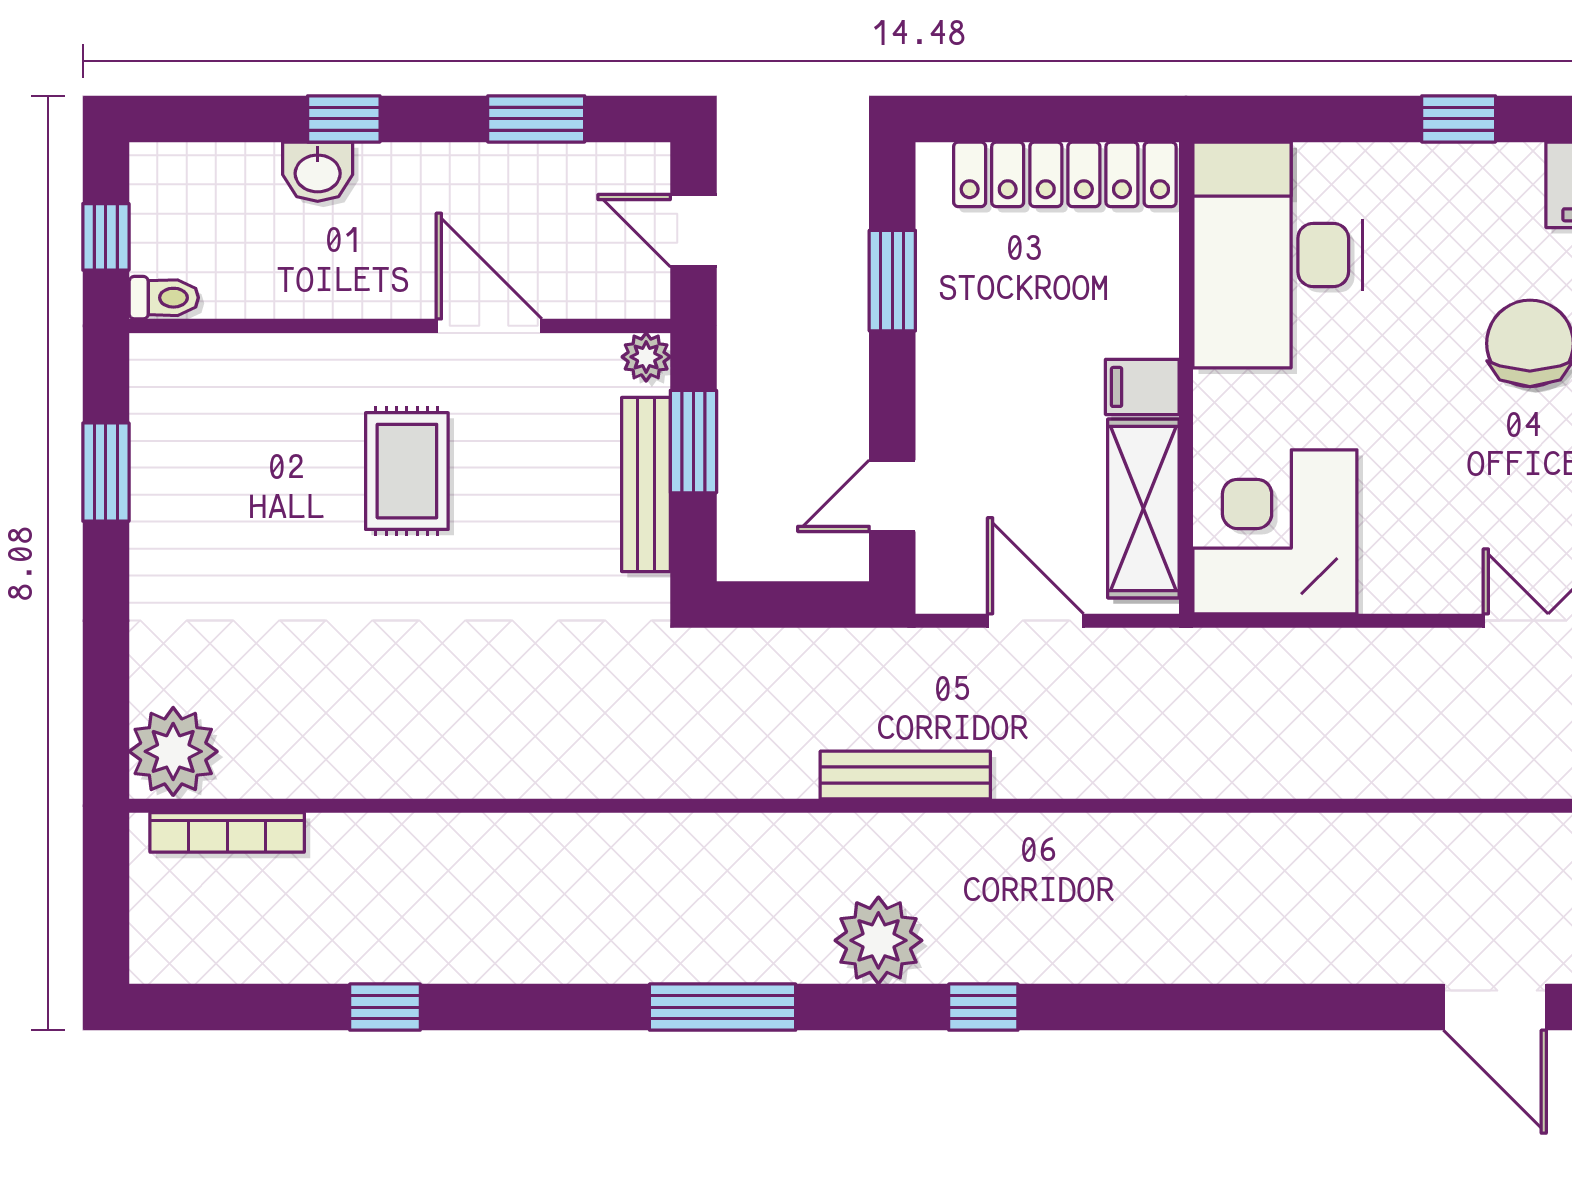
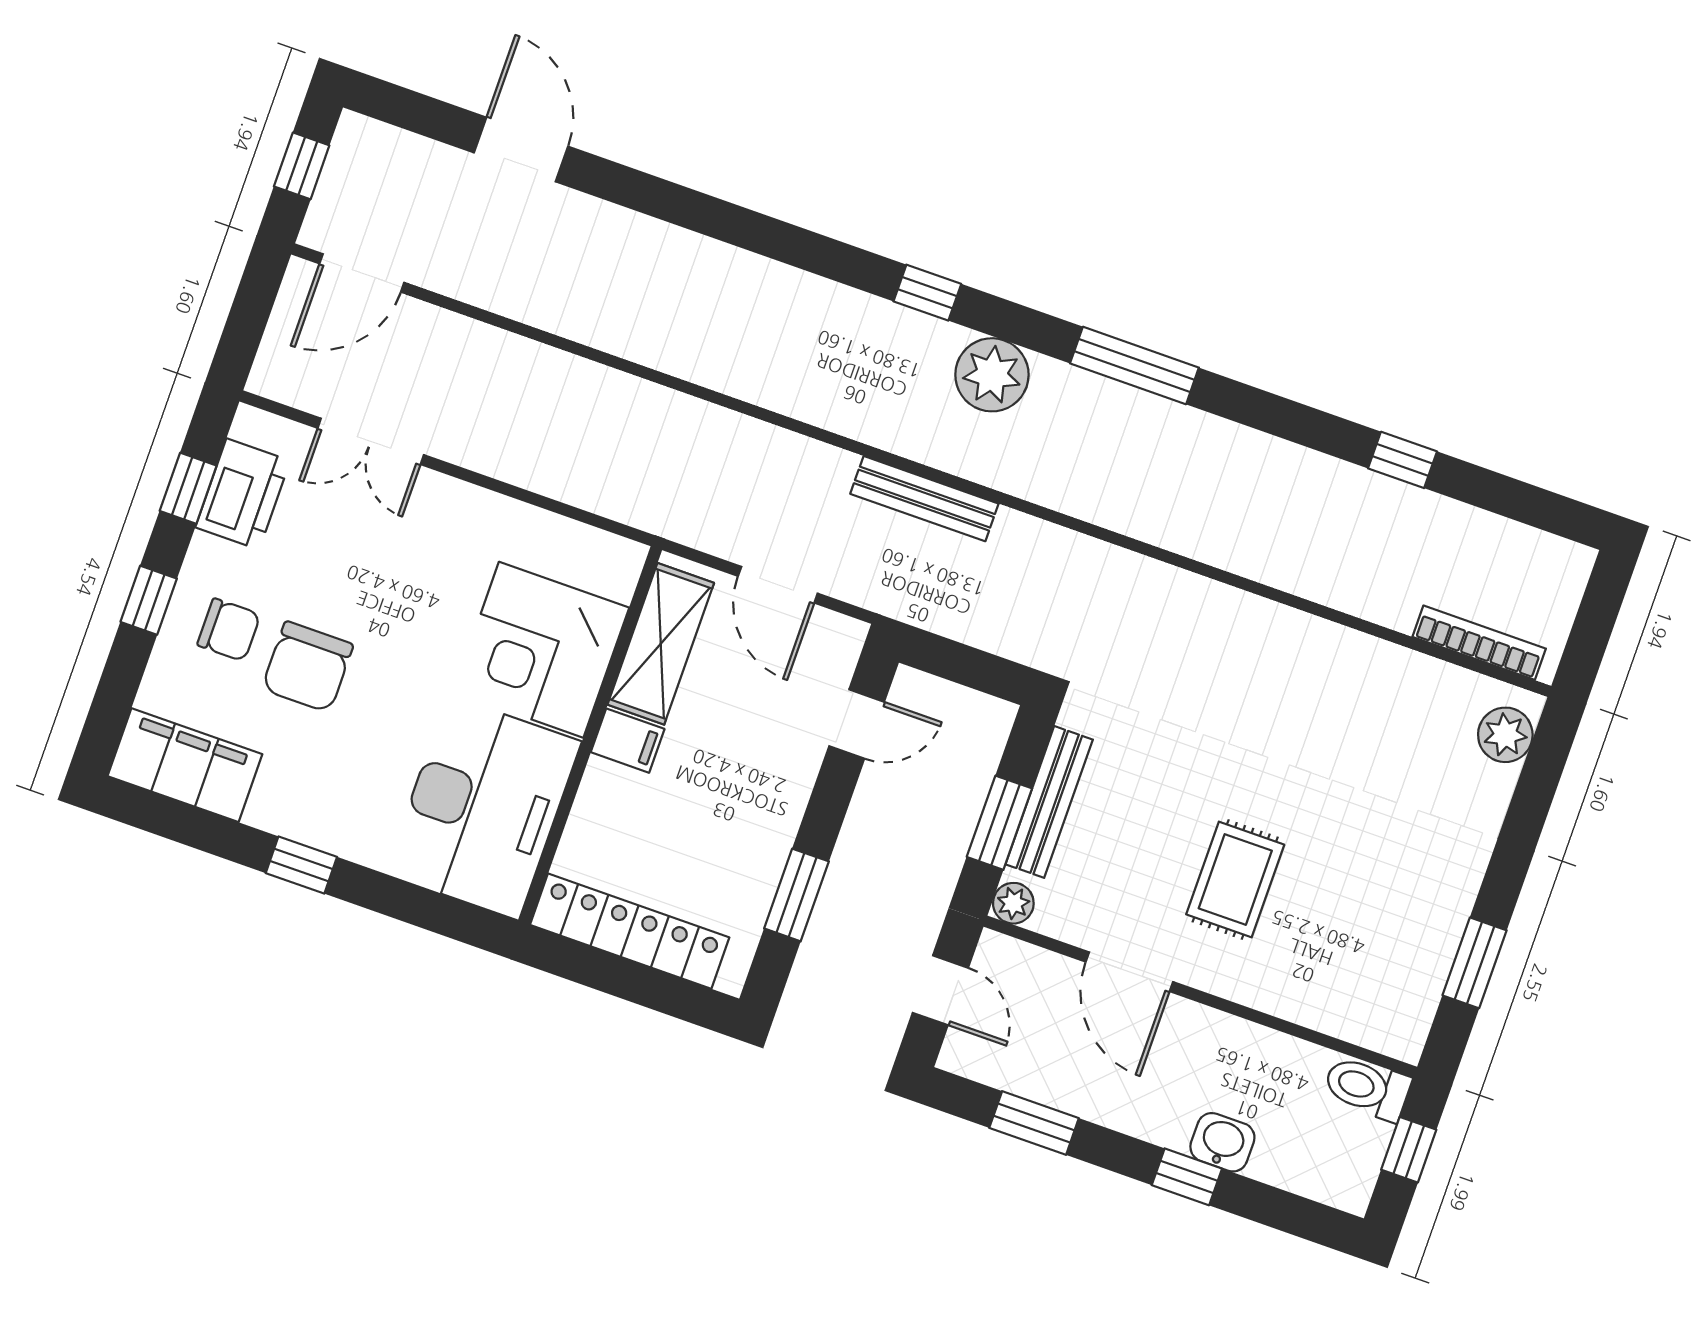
toilet: (164, 298) -> (1367, 1088), width x1.37, depth x1.39
corner desk: (1275, 532) -> (541, 650), moved, turned 90
plant: (173, 751) -> (1505, 735), width x0.73, depth x0.73

